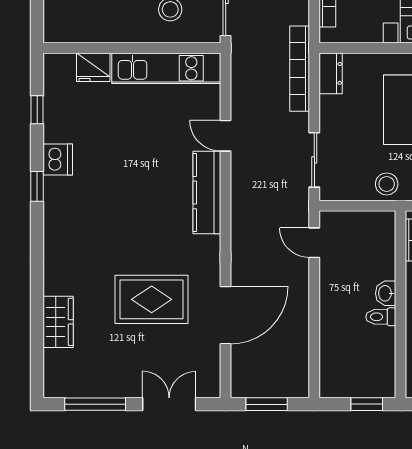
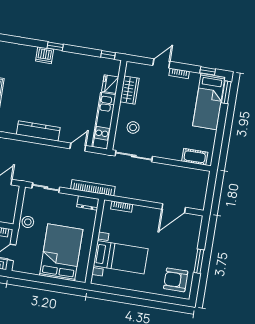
wardrobe: (99, 28) -> (130, 90), added
window: (37, 110) -> (108, 55), moved
door: (226, 136) -> (78, 147), moved
dishwasher: (58, 160) -> (45, 55), moved

